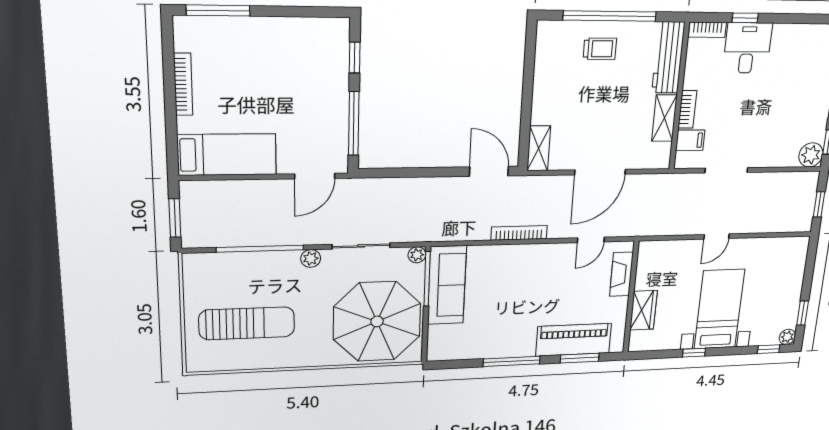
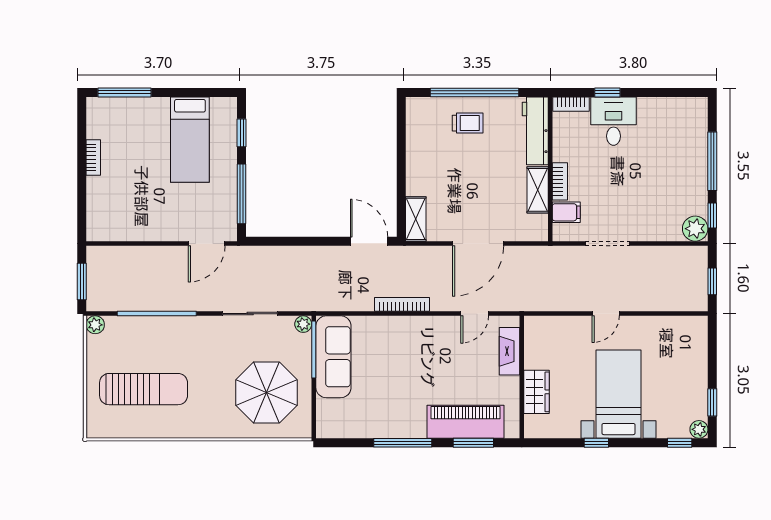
bookcase: (183, 84) -> (93, 157), width x0.64
bed: (227, 155) -> (190, 140), moved, turned 90
plant: (311, 258) -> (95, 325), moved
parasol: (377, 321) -> (267, 393), width x0.73, depth x0.73

